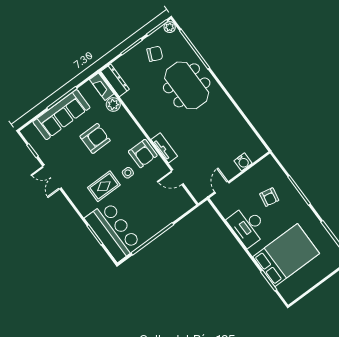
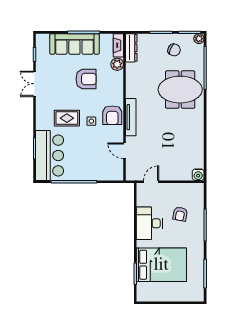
meeting table: (187, 85) -> (180, 90), turned 90
tv unit: (164, 148) -> (131, 117), width x1.41
water cooler: (243, 162) -> (198, 175), moved

